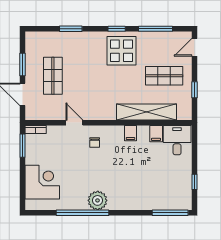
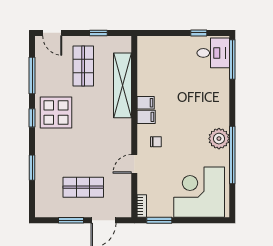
filing cabinet: (156, 134) -> (146, 117), moved
desk: (177, 140) -> (213, 53), moved, turned 180
corner desk: (42, 182) -> (199, 192), width x1.36, depth x1.36

